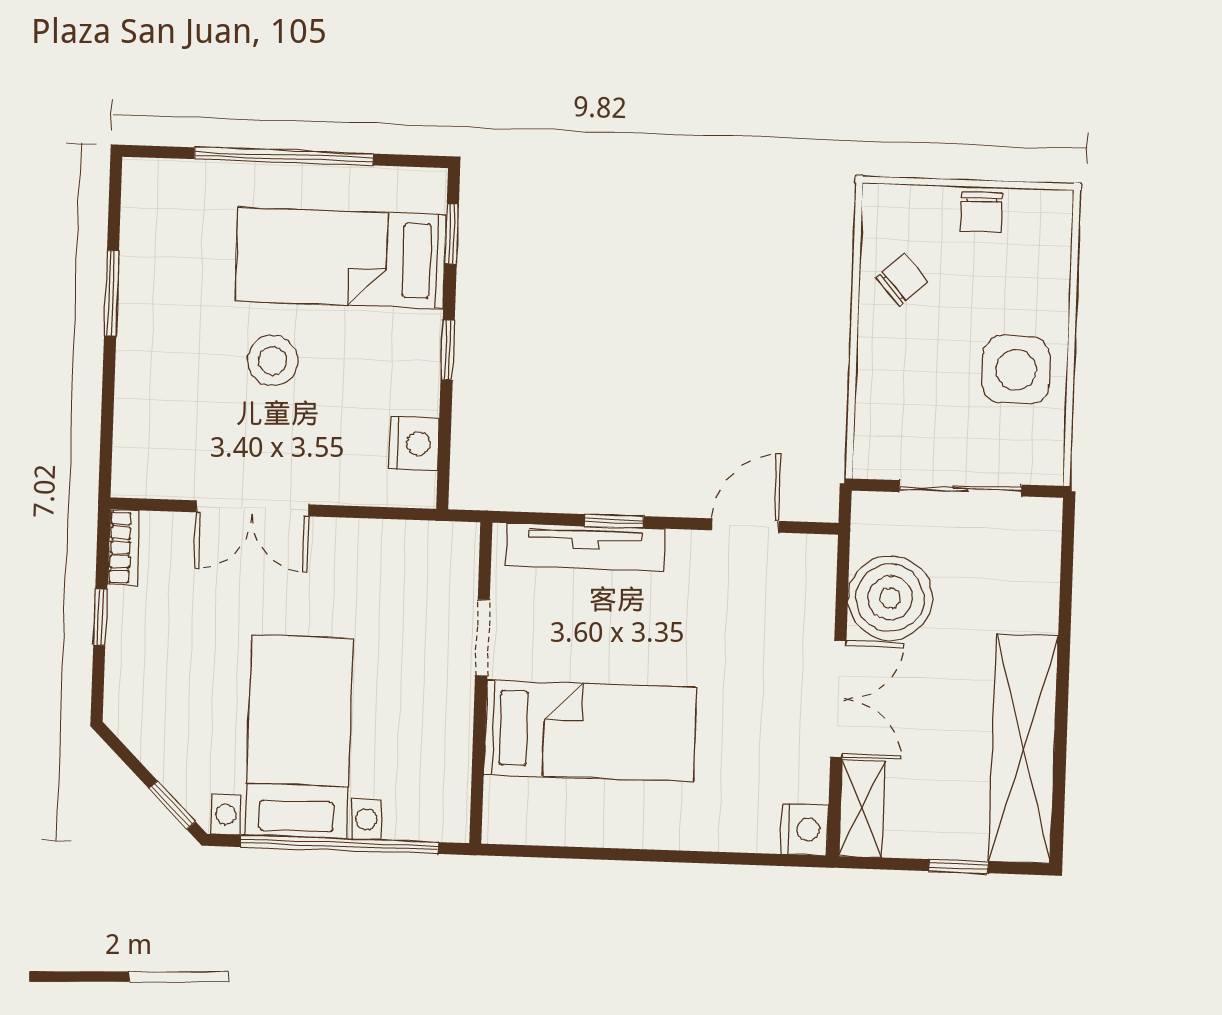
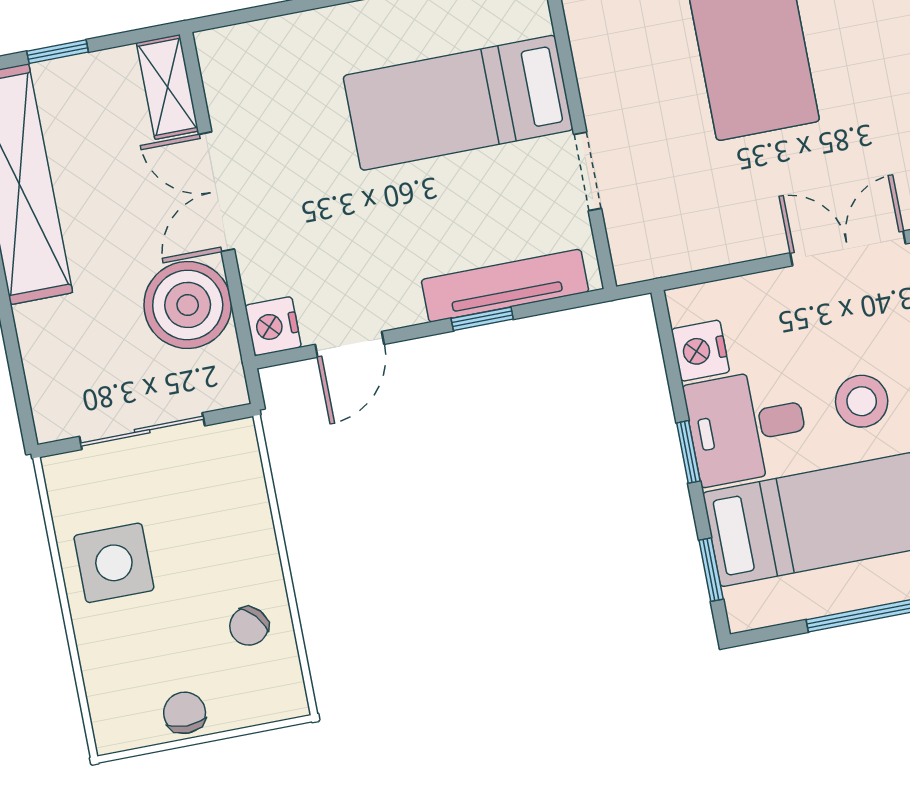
desk: (387, 362) -> (747, 426), added
nightstand: (804, 829) -> (273, 326), moved

